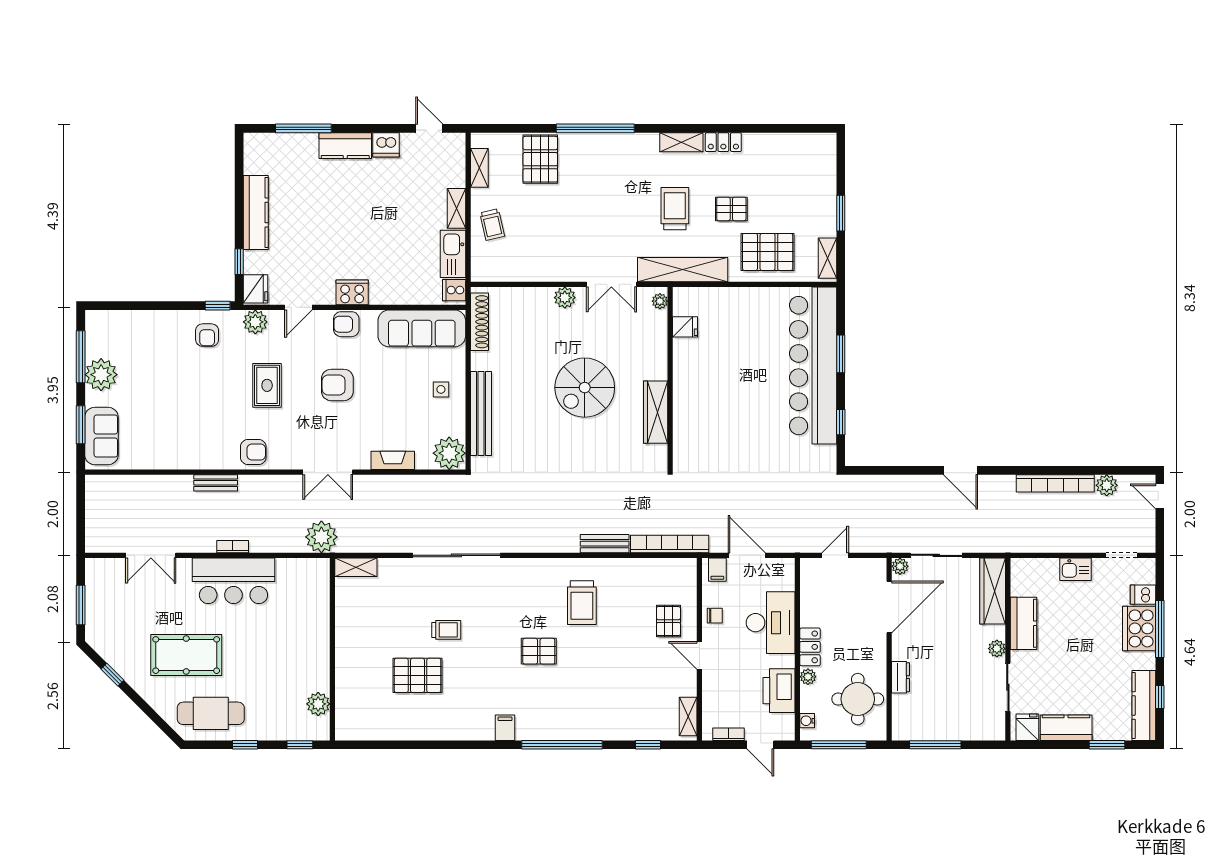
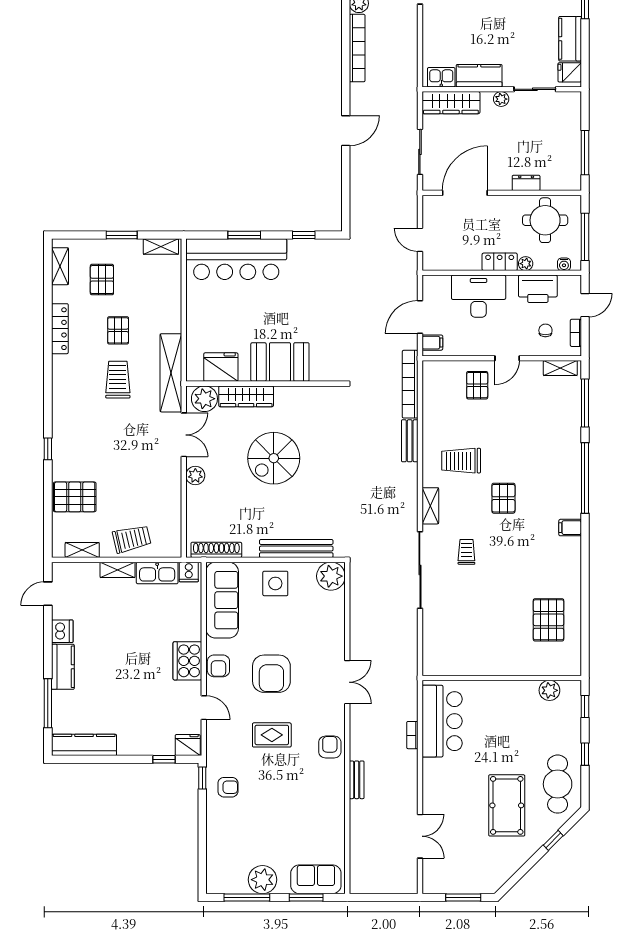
window: (595, 128) -> (48, 449), width x0.32
shelving: (681, 142) -> (60, 266), moved
locker: (723, 142) -> (60, 329), width x1.53
trolley: (675, 209) -> (118, 380), turned 90
kitchen counter: (256, 212) -> (84, 745), moved
trolley: (492, 225) -> (132, 539), width x1.36, depth x1.39
pallet: (768, 252) -> (102, 280), moved, width x0.67, depth x0.71
cooker: (352, 292) -> (187, 661), width x1.37, depth x1.31
plant: (660, 301) -> (204, 399), width x1.88, depth x1.88
plant: (255, 322) -> (217, 745), removed
fridge: (685, 327) -> (221, 367), width x1.88, depth x1.34
bar counter: (813, 366) -> (236, 259), width x0.73
armchair: (337, 385) -> (271, 674), width x1.36, depth x1.36
spiral stairs: (585, 388) -> (274, 458), turned 90
side table: (441, 389) -> (275, 583), width x1.87, depth x1.87
booth: (695, 395) -> (280, 362), added
wardrobe: (656, 412) -> (246, 396), moved
fireplace: (393, 460) -> (337, 625), removed
plant: (321, 537) -> (404, 688), removed
bookcase: (233, 547) -> (412, 735), moved
plant: (900, 566) -> (429, 183), removed
shelving: (356, 567) -> (430, 506), moved
kitchen sink: (1076, 569) -> (441, 77), moved, turned -90
bar counter: (233, 581) -> (442, 721), moved
trolley: (582, 603) -> (461, 461), turned 180
door: (889, 607) -> (465, 193), hinge flipped
chair: (715, 616) -> (545, 330), moved
pallet: (668, 621) -> (477, 385), turned 90
trolley: (446, 630) -> (466, 552), moved
window: (112, 675) -> (553, 840), moved
pallet: (418, 675) -> (548, 620), moved
window: (648, 745) -> (585, 403), width x2.17

